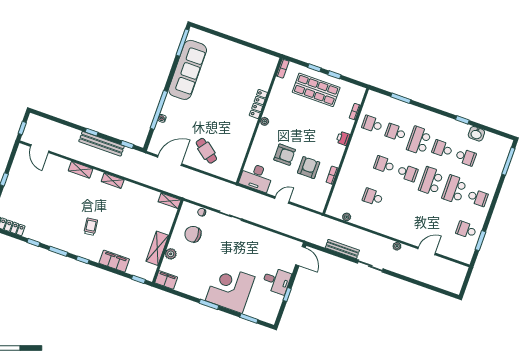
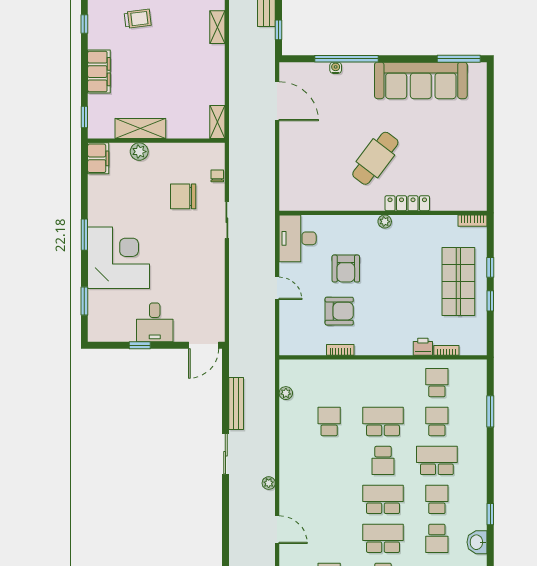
printer: (343, 138) -> (423, 347), moved
cafe table: (206, 151) -> (375, 158), moved, width x1.37, depth x1.35
school desk: (384, 165) -> (383, 422), width x1.85
chair: (193, 234) -> (183, 196), moved, turned -90

